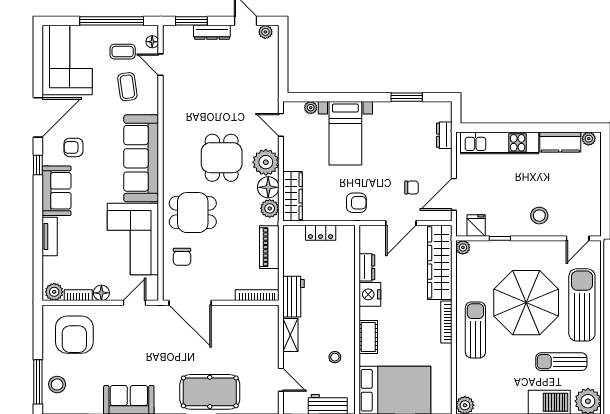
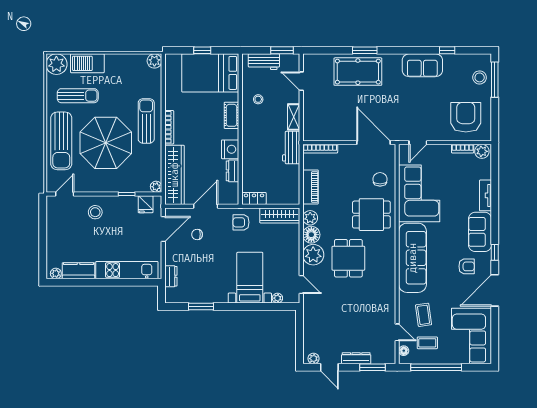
wardrobe: (293, 196) -> (280, 215), moved, turned -90
locker: (321, 233) -> (254, 198), moved
floor lamp: (101, 293) -> (444, 151), removed
sun lounger: (475, 330) -> (146, 121), turned 180

